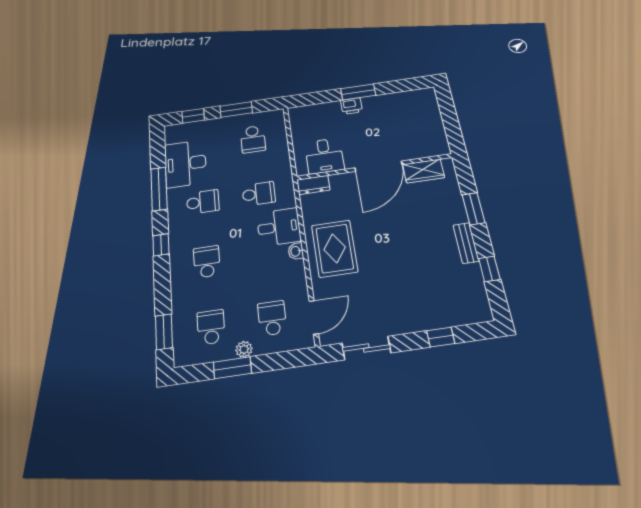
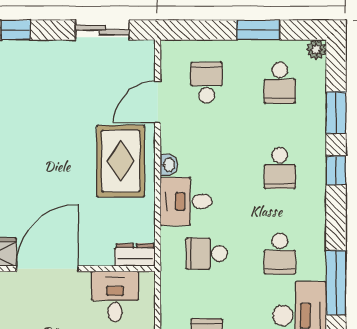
school desk: (203, 202) -> (280, 254), turned -90
window: (161, 245) -> (336, 170), moved
door: (314, 317) -> (158, 102), moved
school desk: (272, 318) -> (207, 83), turned 180
window: (164, 332) -> (336, 113), moved
plant: (244, 349) -> (316, 50), moved

